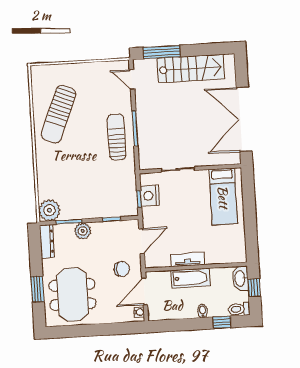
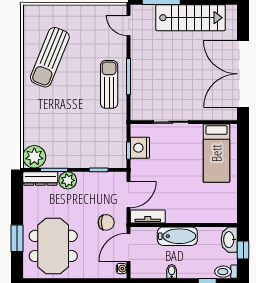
dresser: (47, 241) -> (40, 178), moved, turned 90
tv unit: (188, 259) -> (148, 217), moved
bidet: (203, 311) -> (172, 271), moved

